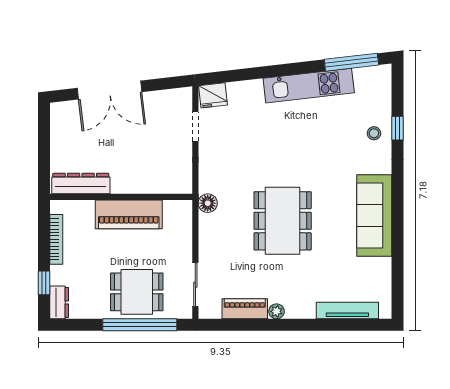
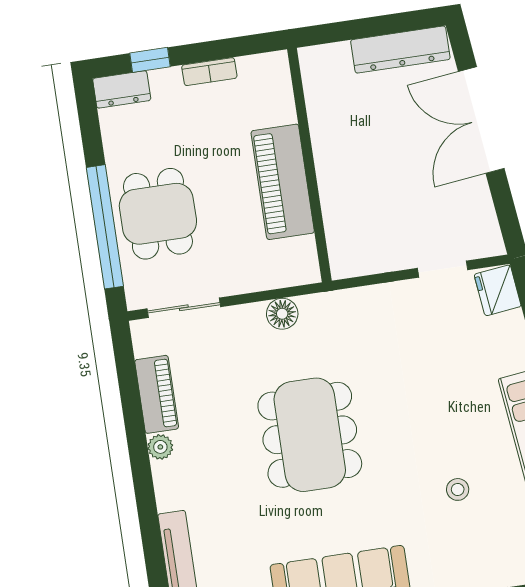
stool: (374, 133) -> (458, 489), moved
dresser: (81, 184) -> (400, 50), moved, turned 90
floor lamp: (208, 203) -> (282, 314), moved
dining table: (283, 221) -> (310, 435), turned 90
bookcase: (56, 239) -> (209, 72), width x0.64

